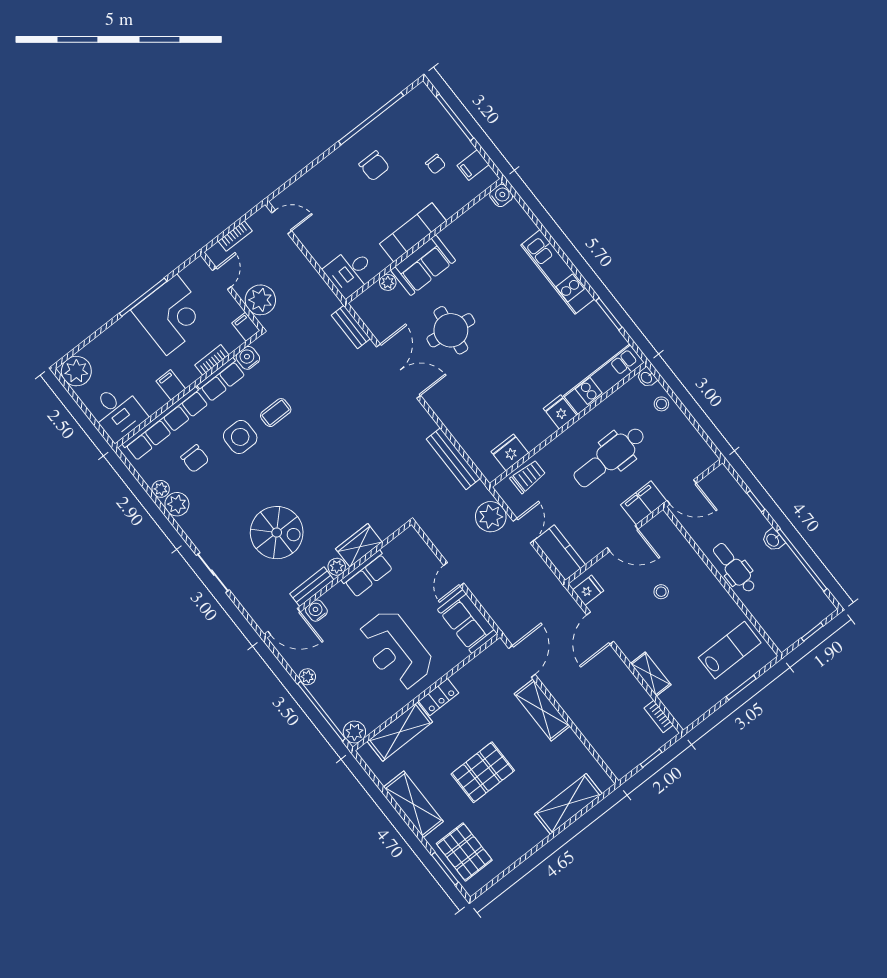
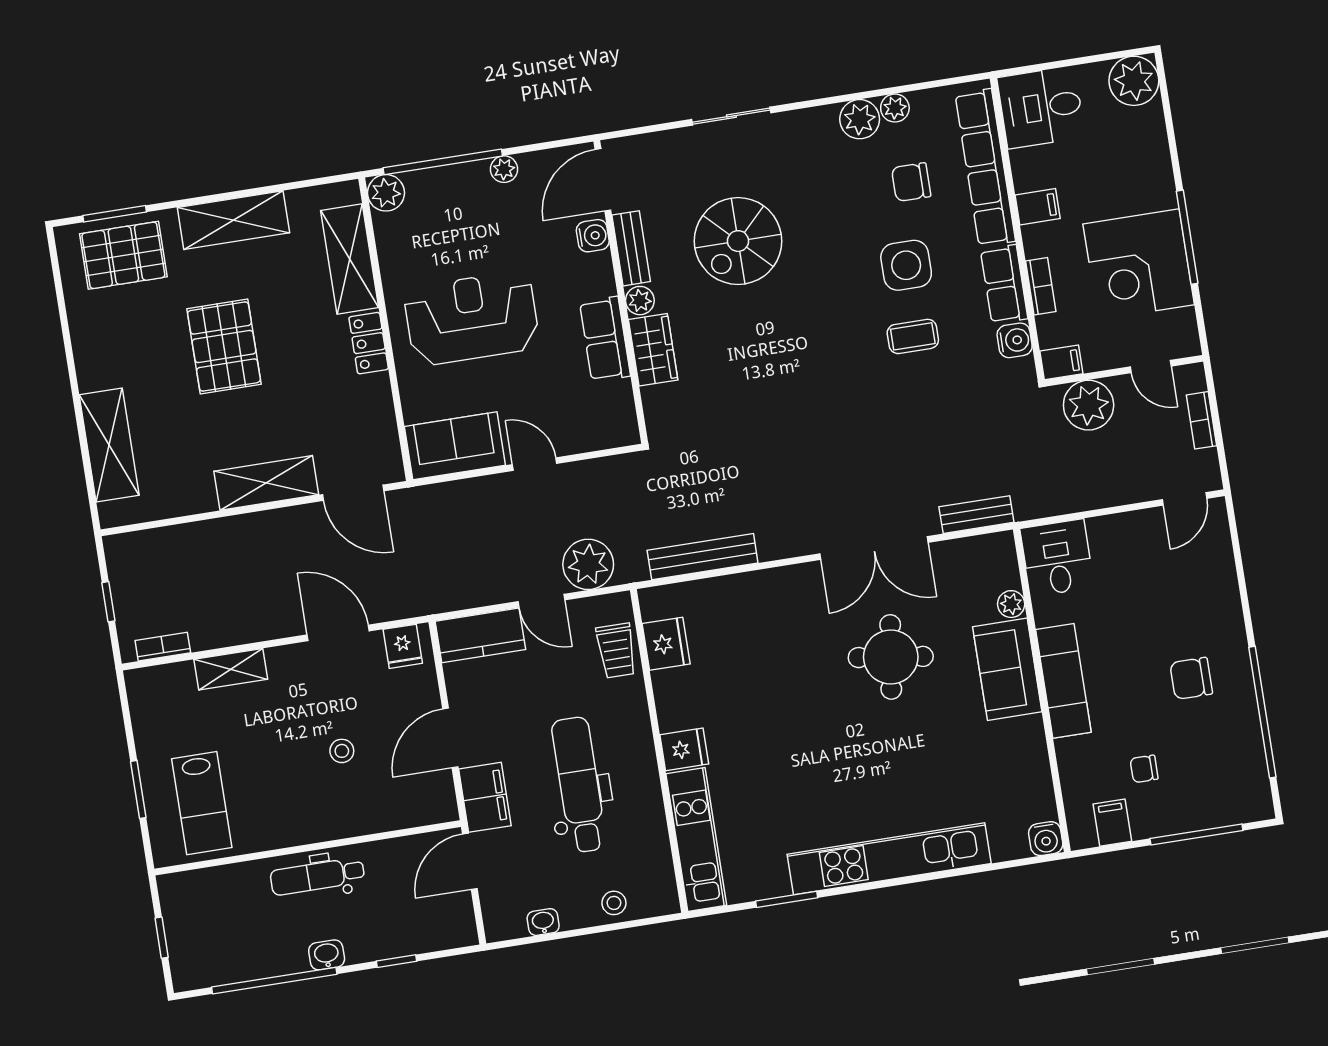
kitchen unit: (558, 272) -> (889, 859), width x1.36
washbasin: (647, 377) -> (543, 922), moved
coffee table: (276, 413) -> (913, 336), turned 90
dental chair: (734, 568) -> (317, 876), turned 180

